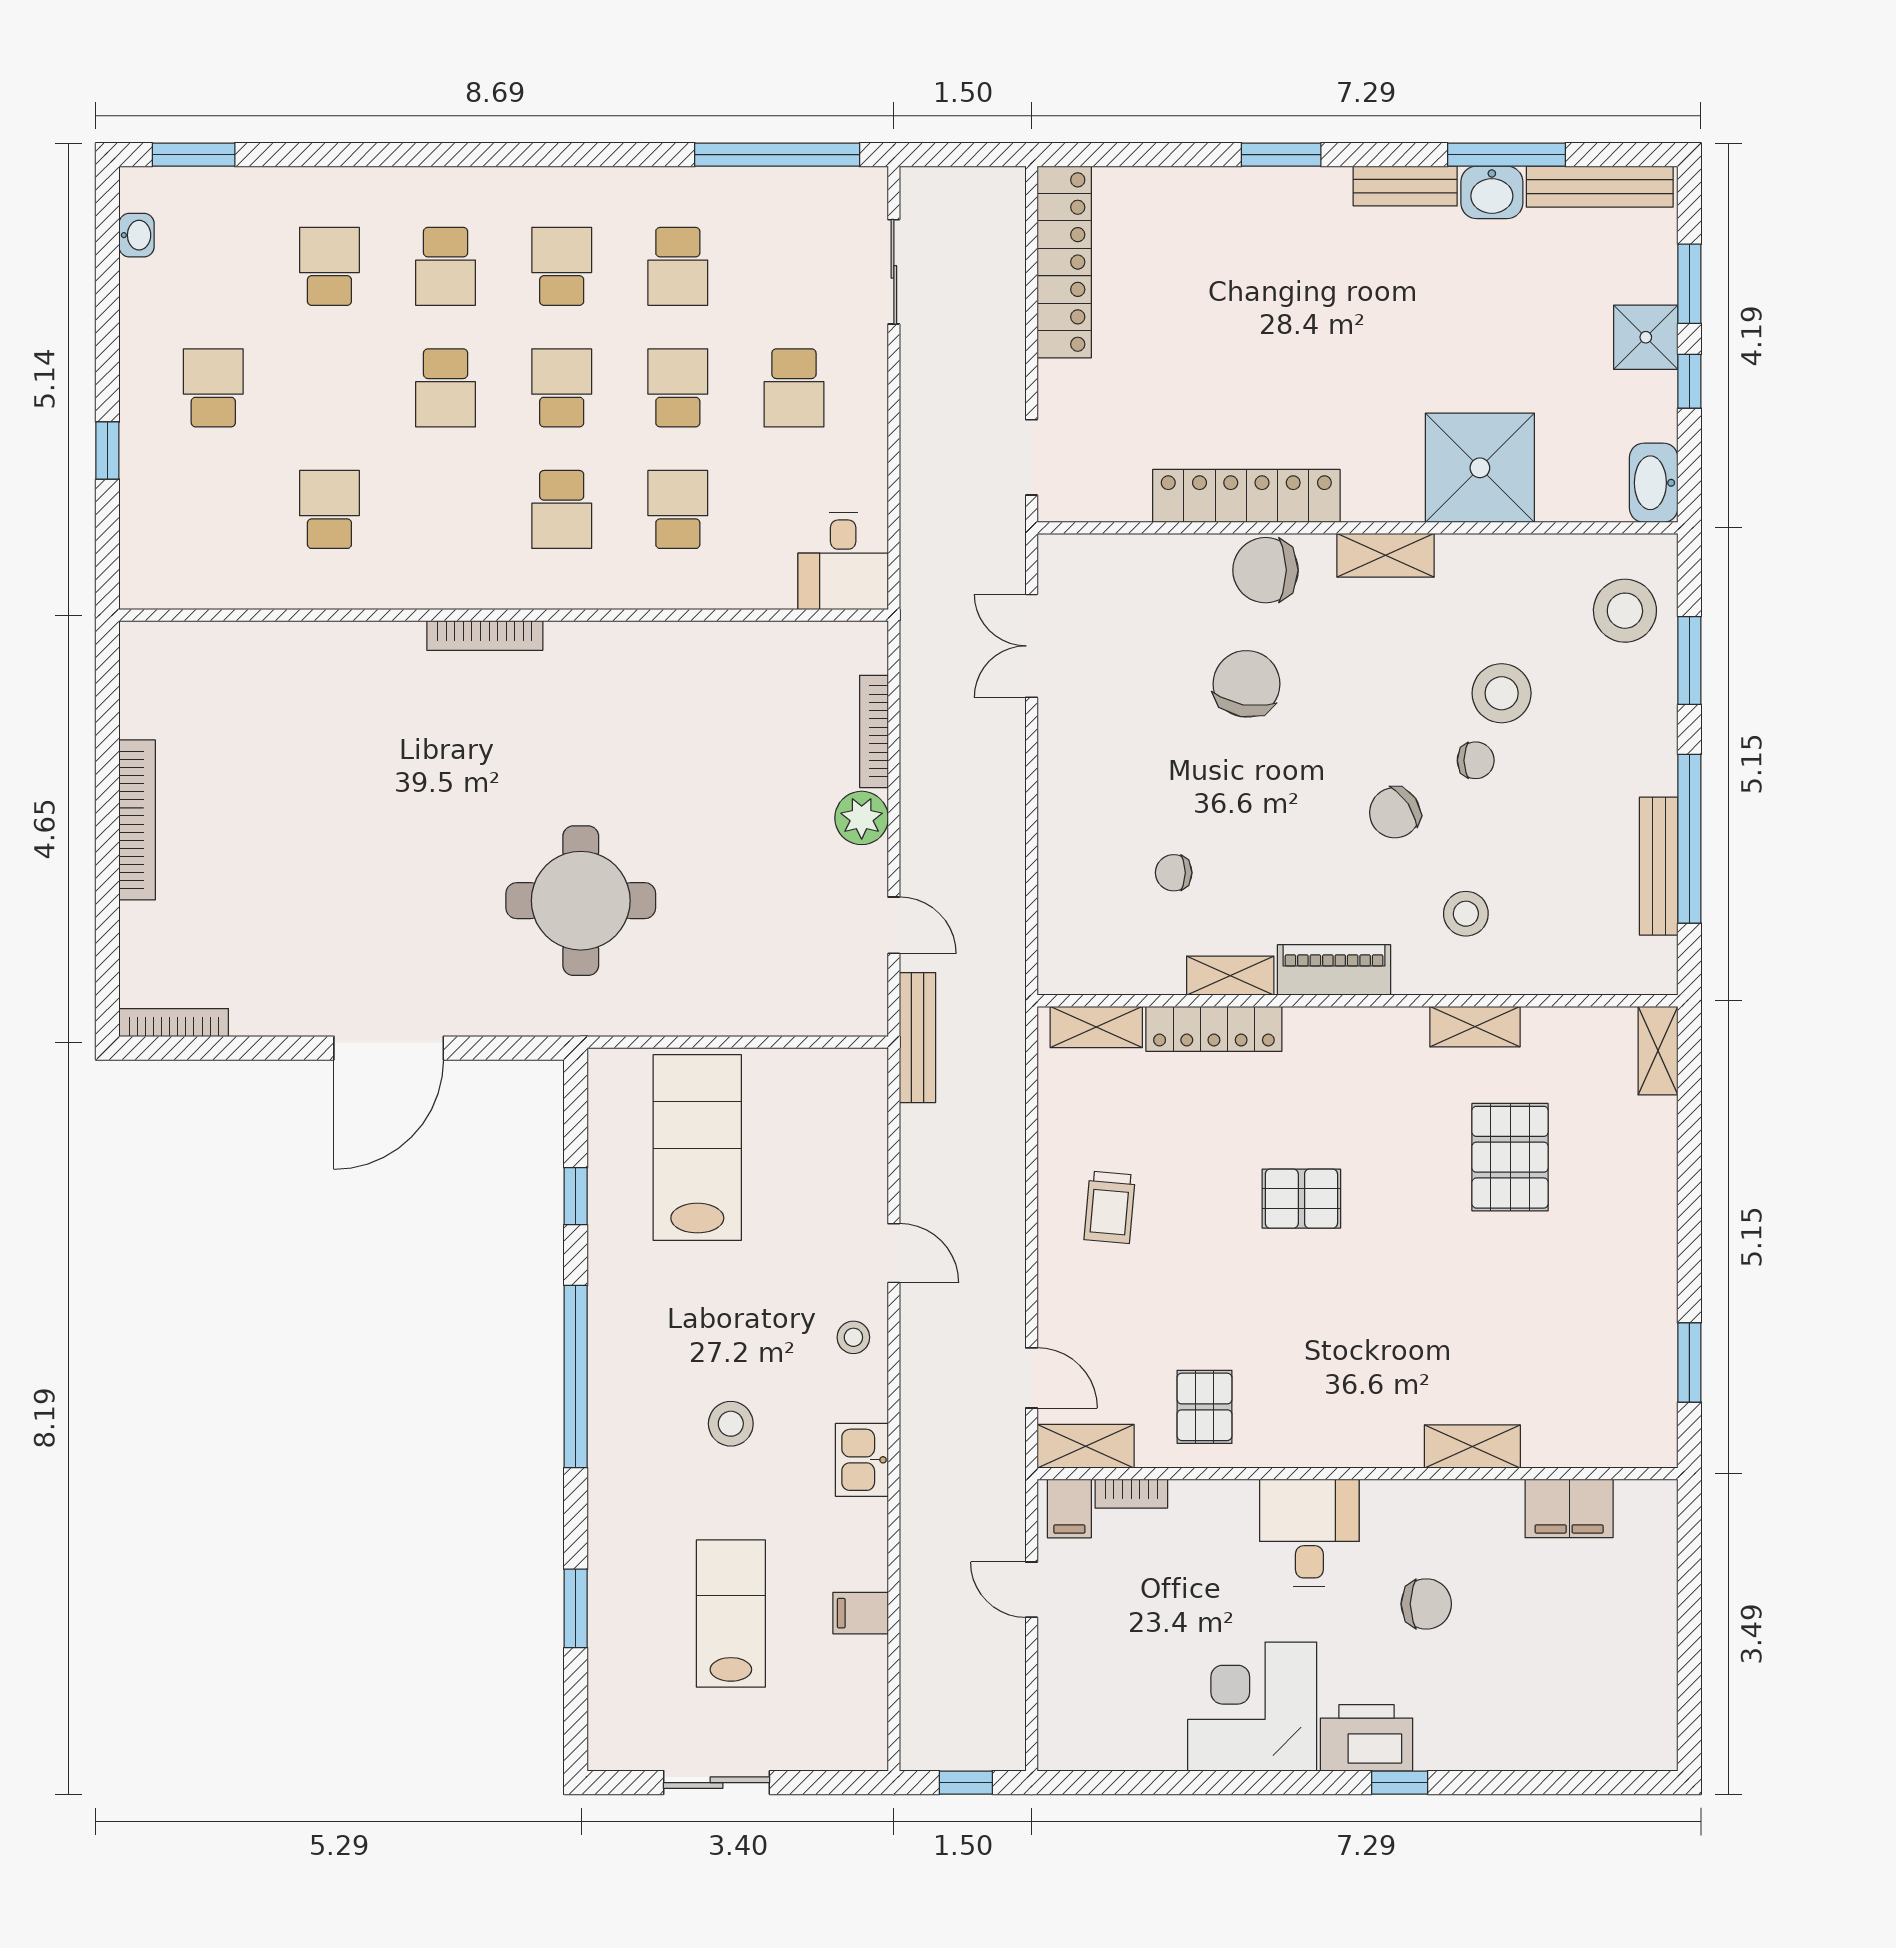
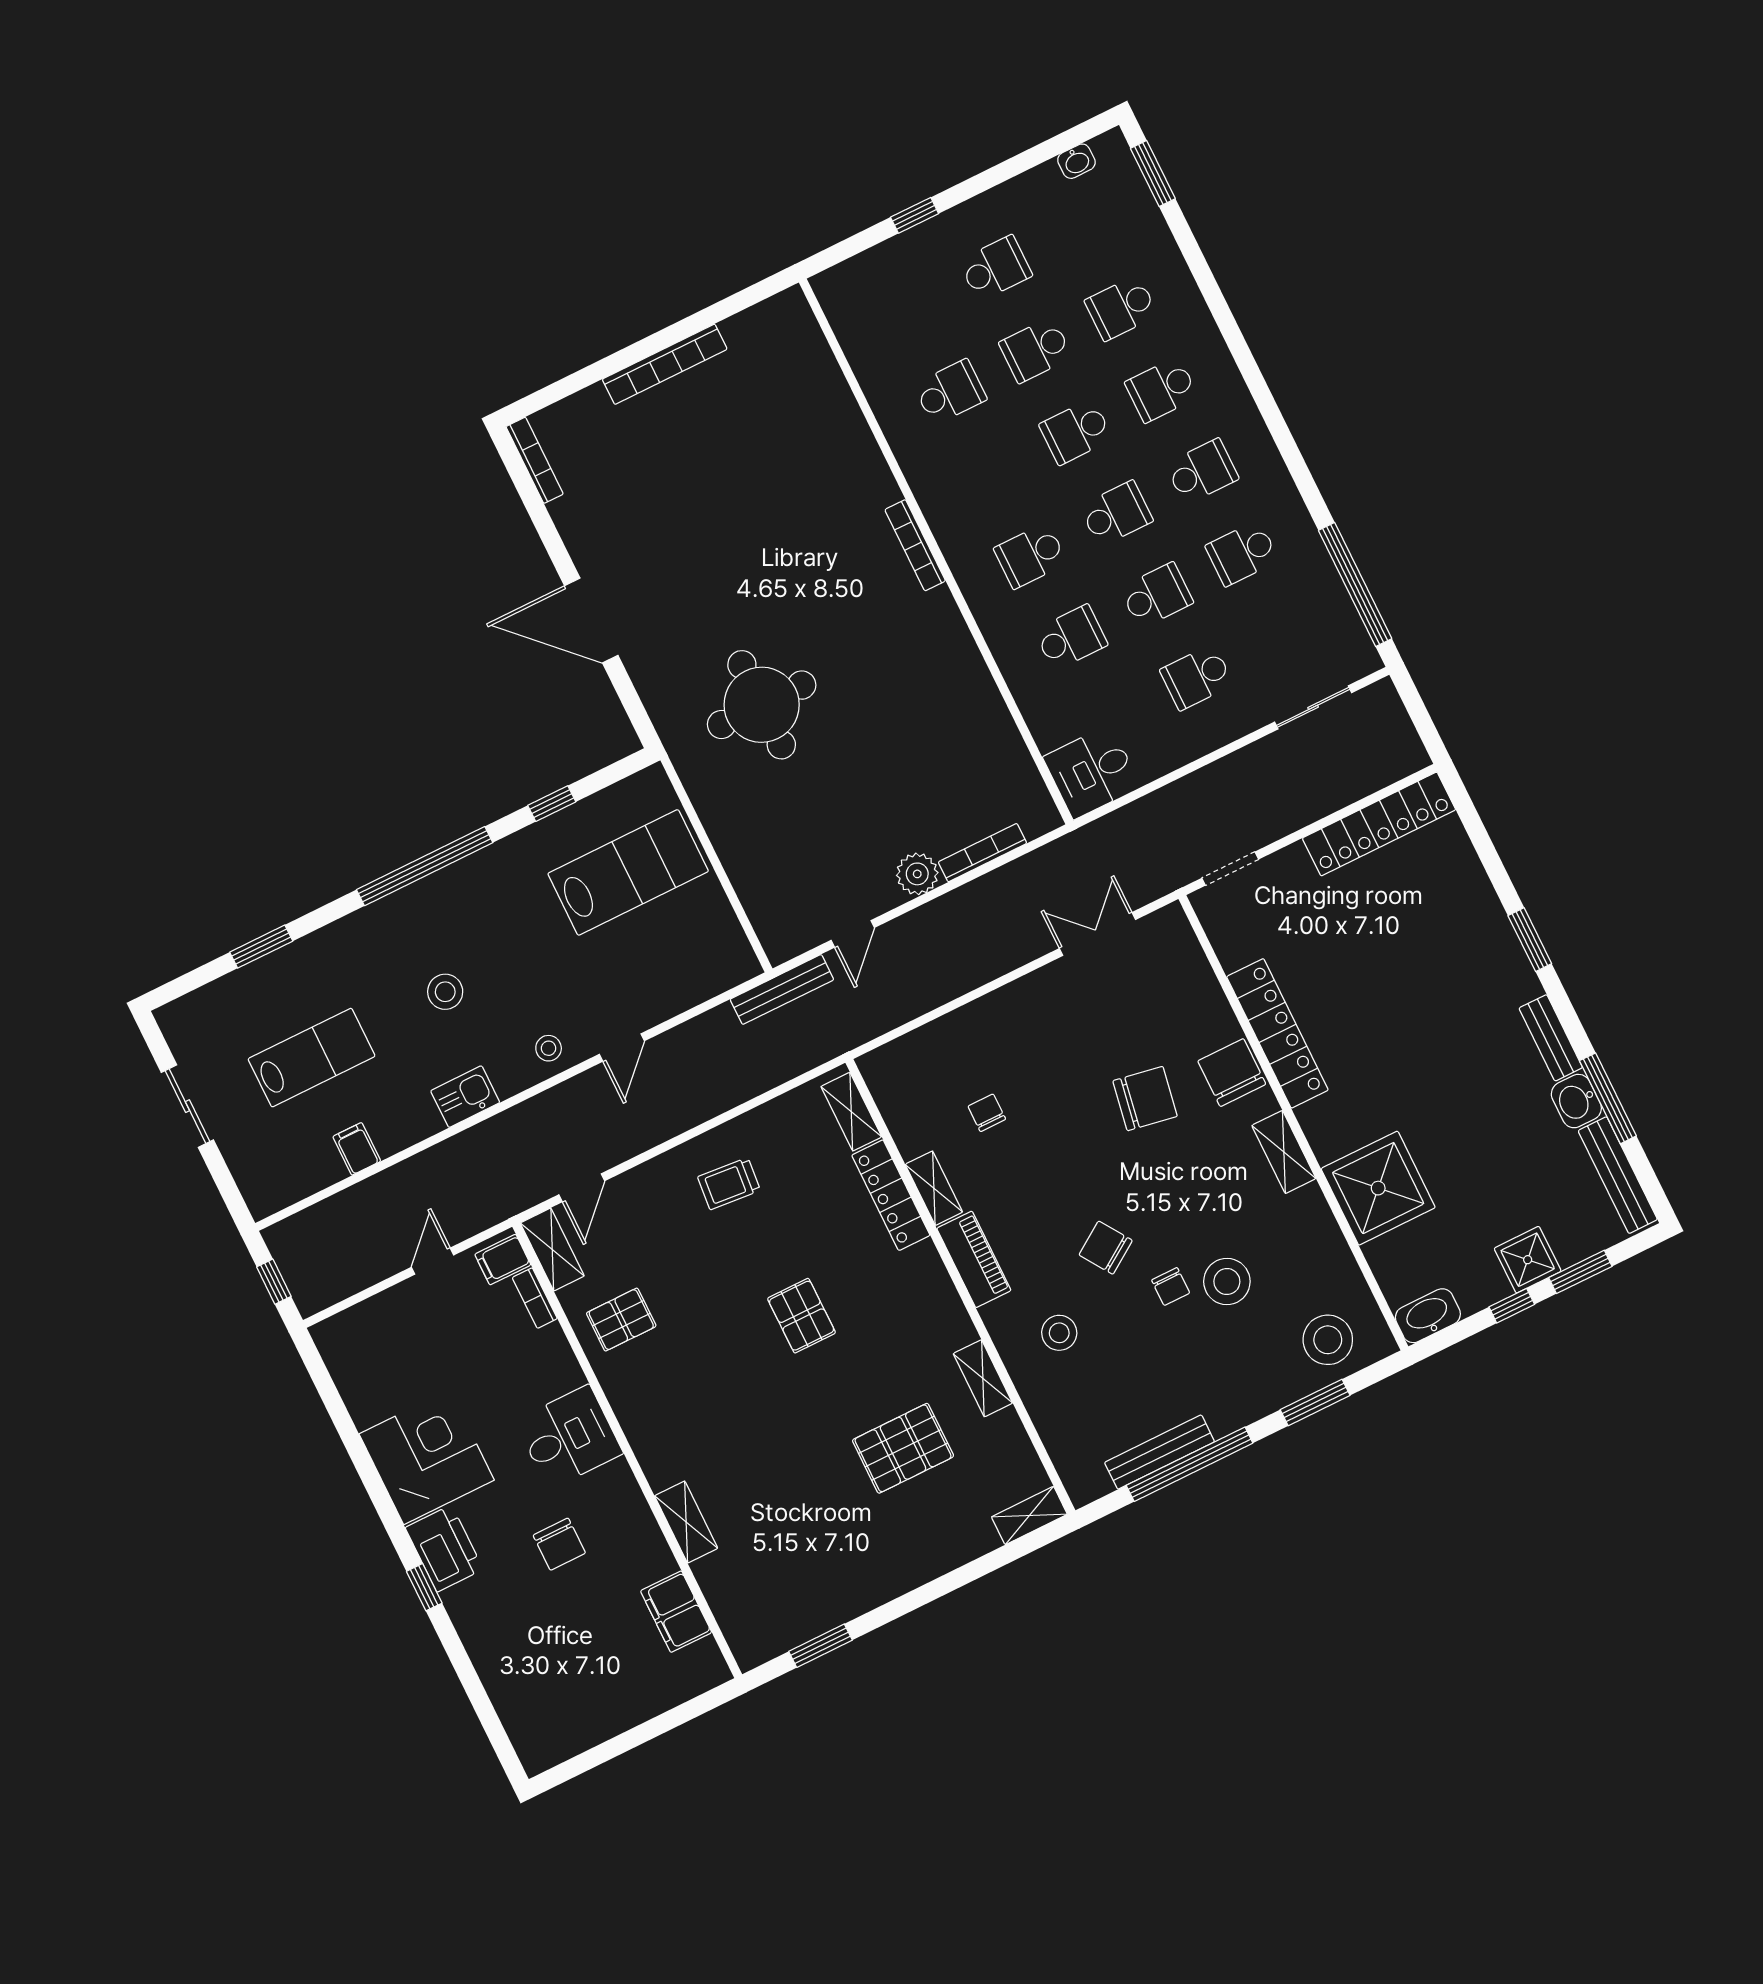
school desk: (329, 266) -> (1121, 308), turned 180
school desk: (329, 388) -> (1036, 350), added

